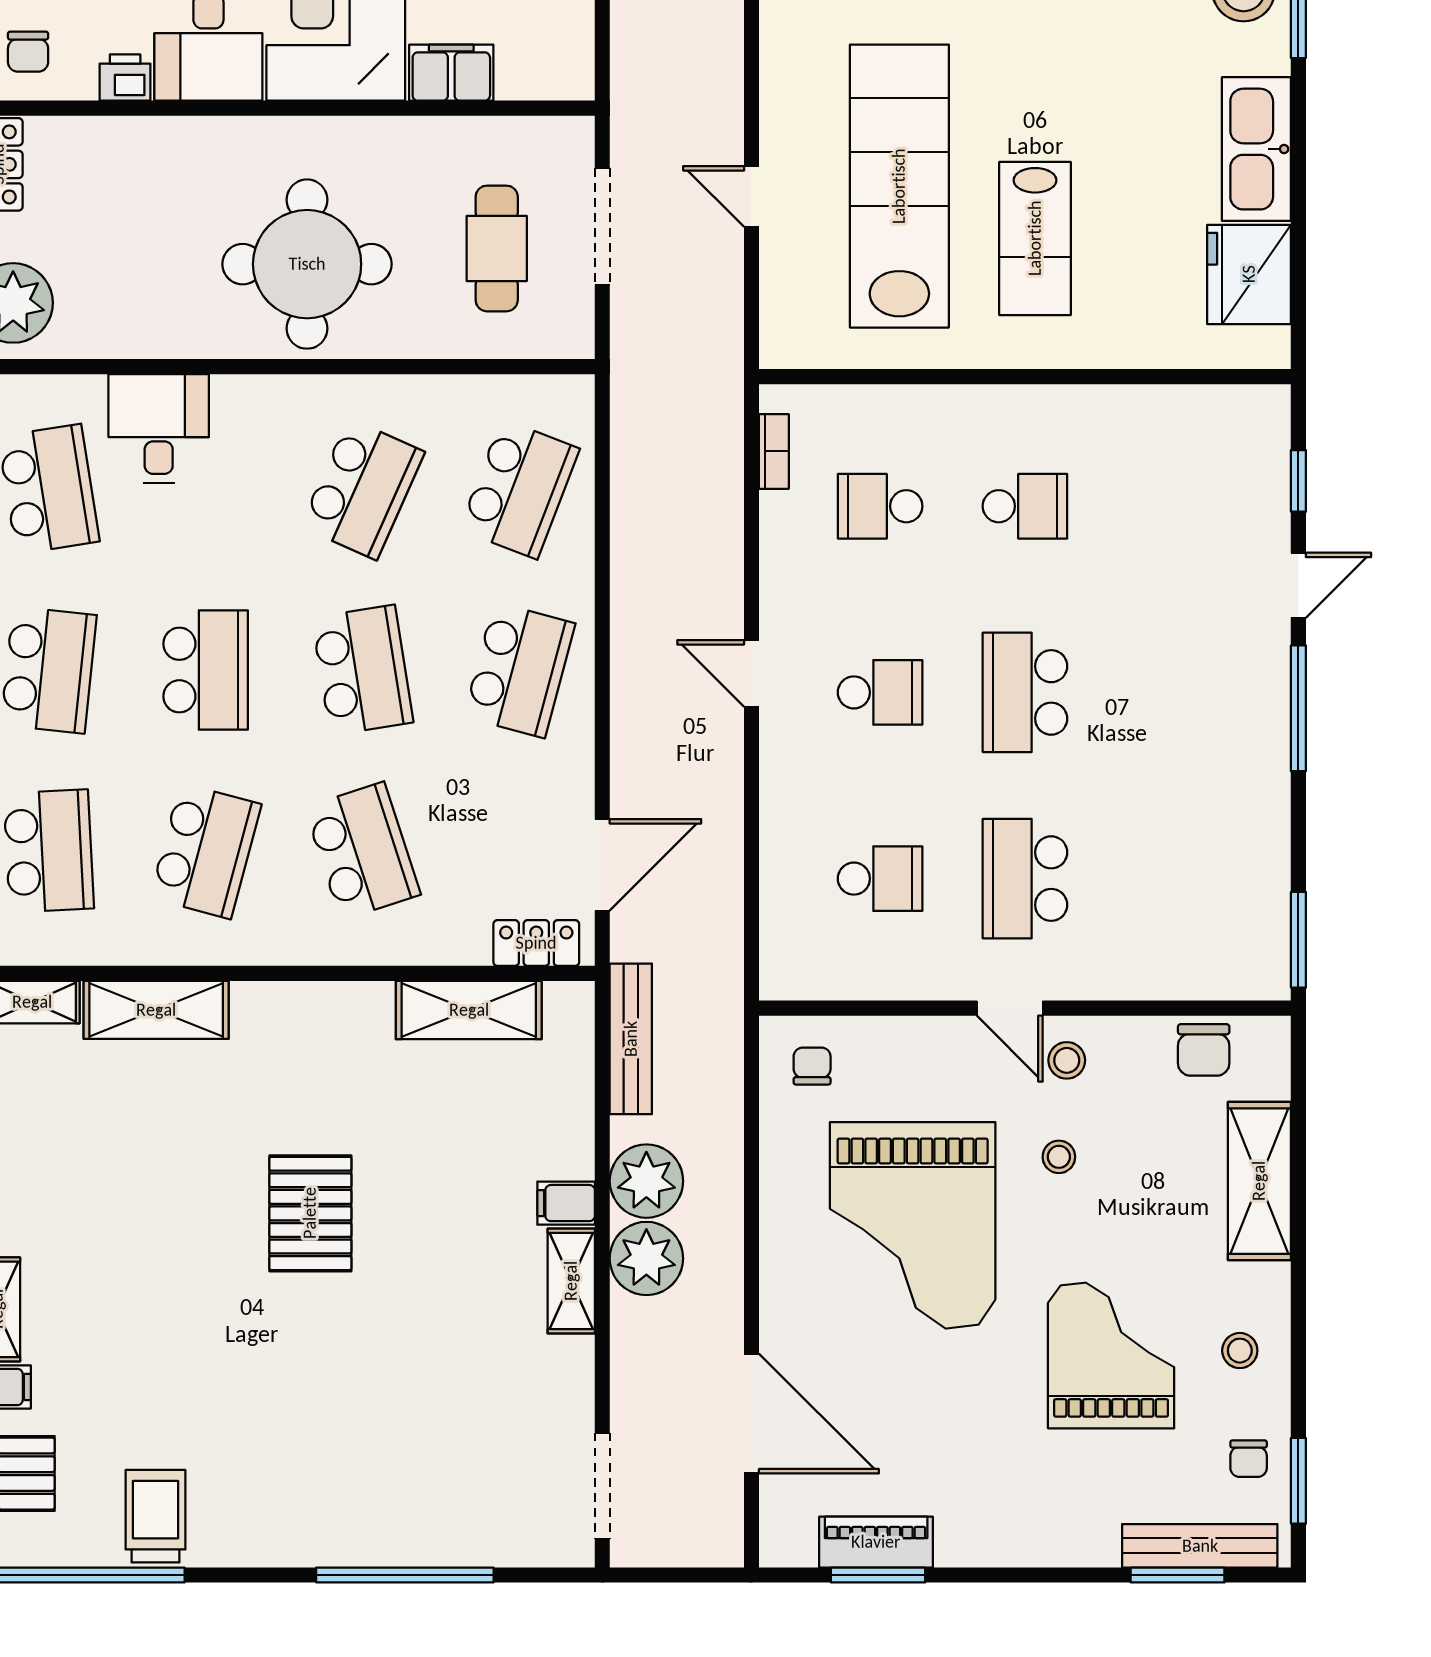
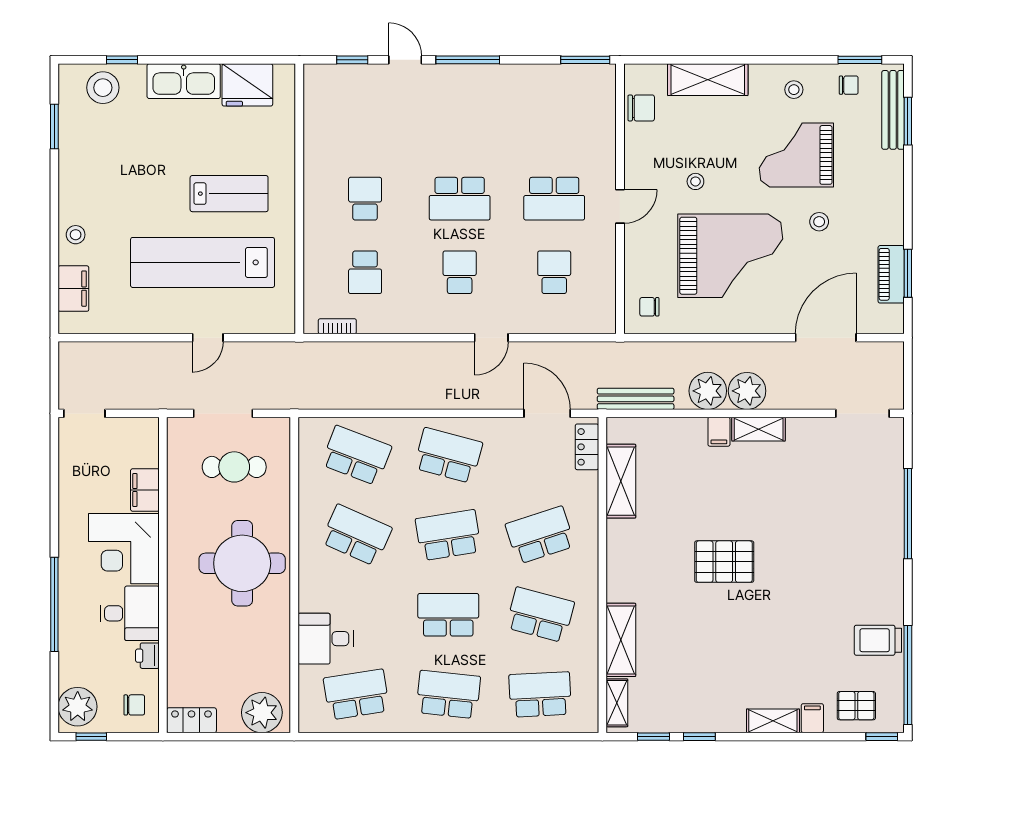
door: (751, 674) -> (491, 338), moved
stool: (1067, 1060) -> (819, 222), moved

